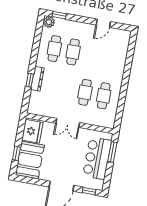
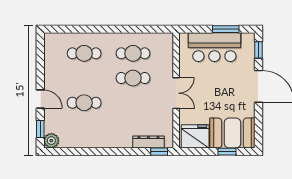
door: (103, 23) -> (40, 99), moved
cafe table: (54, 49) -> (84, 53), moved
dresser: (37, 79) -> (148, 142), moved
window: (30, 80) -> (159, 152), moved
window: (112, 152) -> (226, 29), moved

